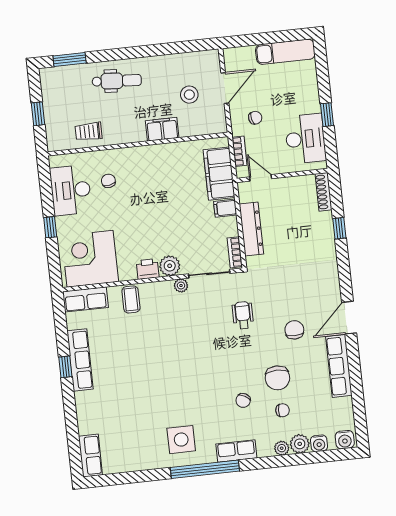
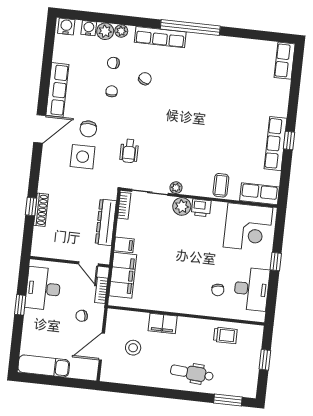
shoe rack: (324, 192) -> (41, 210), moved
chair: (277, 378) -> (112, 91), width x0.54, depth x0.54
side table: (181, 440) -> (83, 157), moved
row of seats: (236, 451) -> (160, 37), width x1.48

